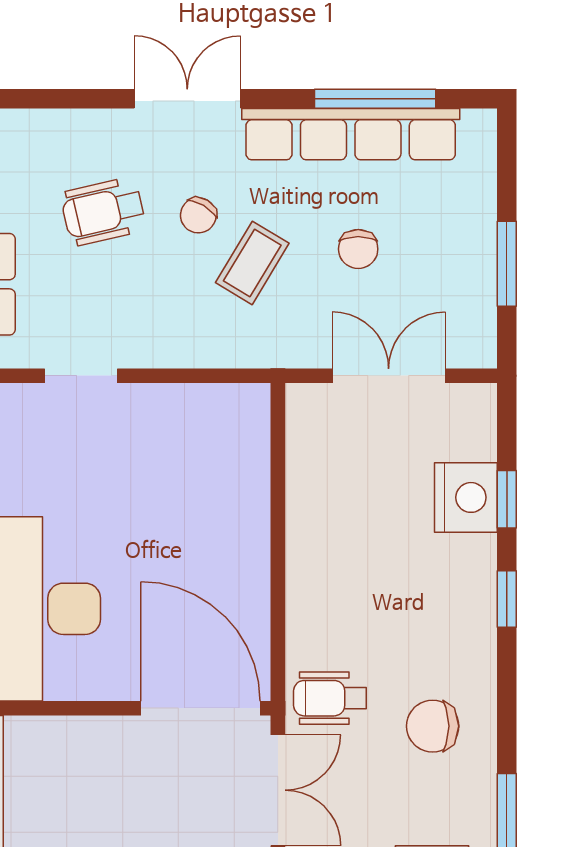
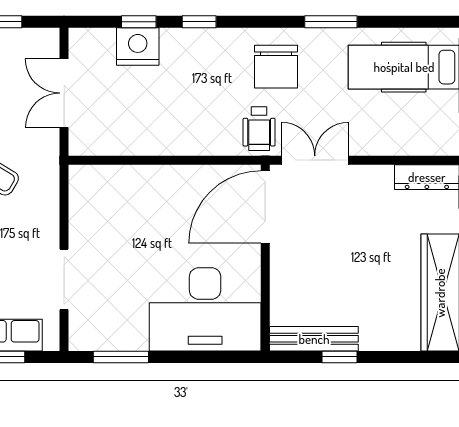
doorway: (81, 376) -> (64, 279), width x1.38
chair: (433, 726) -> (276, 67), width x1.37, depth x1.37

